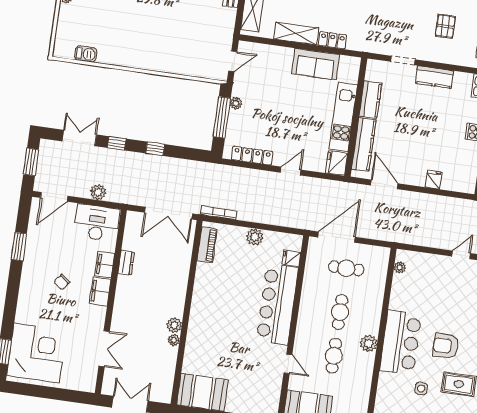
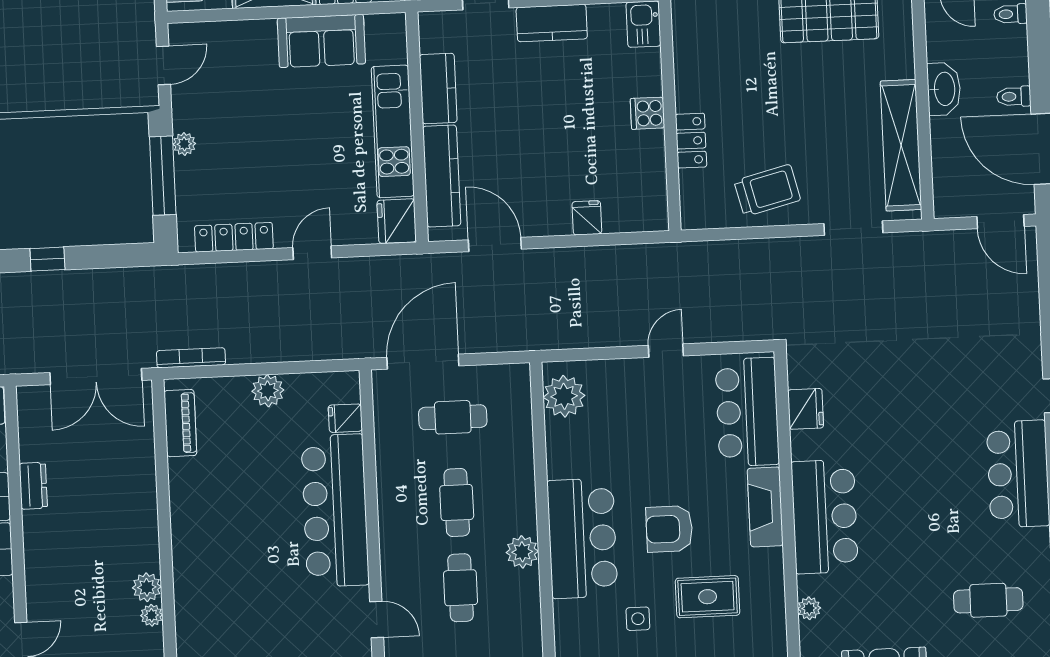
plant: (400, 268) -> (564, 396), width x1.88, depth x1.88

